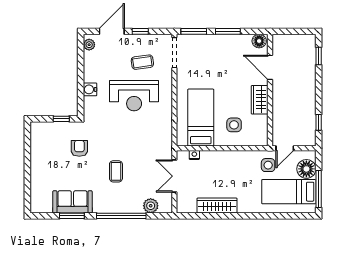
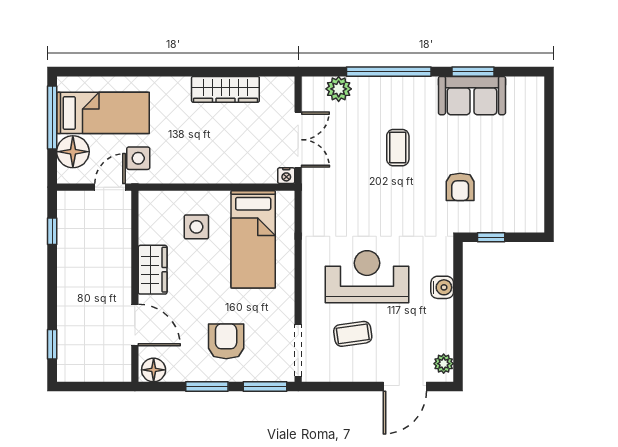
window: (140, 31) -> (356, 387), removed
armchair: (217, 58) -> (226, 341), added
nightstand: (194, 155) -> (286, 176), moved

